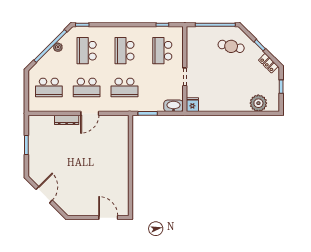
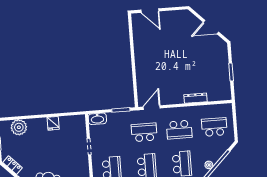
school desk: (87, 87) -> (179, 130), turned 180
fridge: (192, 105) -> (53, 123), moved
door: (90, 113) -> (152, 108), moved
door: (44, 195) -> (211, 27), hinge flipped

